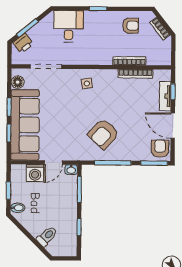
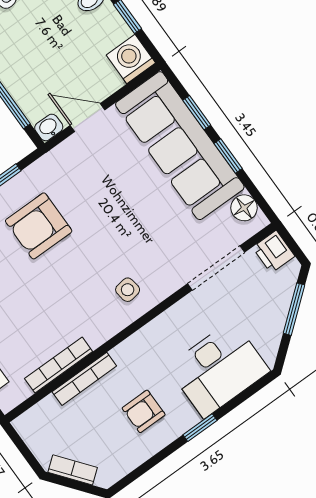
desk: (68, 26) -> (218, 369), width x1.37
armchair: (131, 26) -> (144, 411), moved
printer: (23, 43) -> (274, 252), moved, turned -51
armchair: (103, 134) -> (39, 226), turned -133
door: (53, 162) -> (87, 118), hinge flipped
washing machine: (35, 173) -> (131, 59), moved

